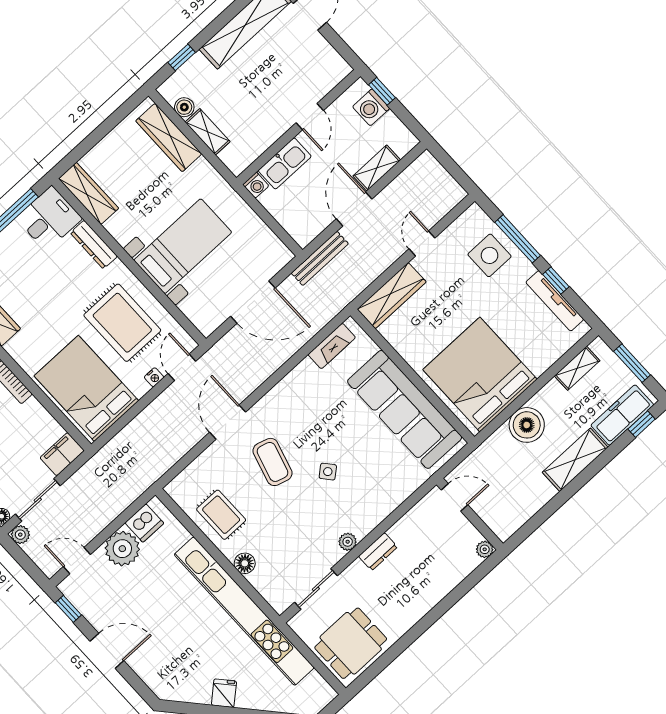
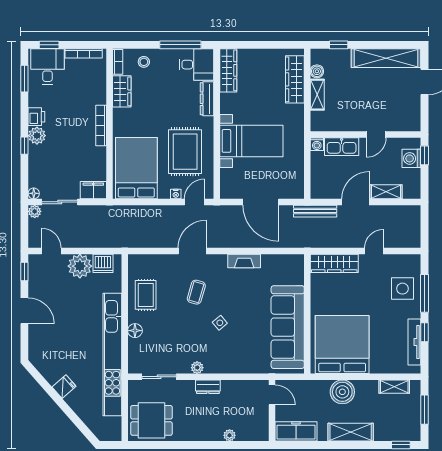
fireplace: (332, 346) -> (244, 261), moved
freezer: (622, 415) -> (296, 431), moved
coffee table: (272, 462) -> (196, 292), width x0.73, depth x0.77
plant: (485, 549) -> (230, 435), moved

